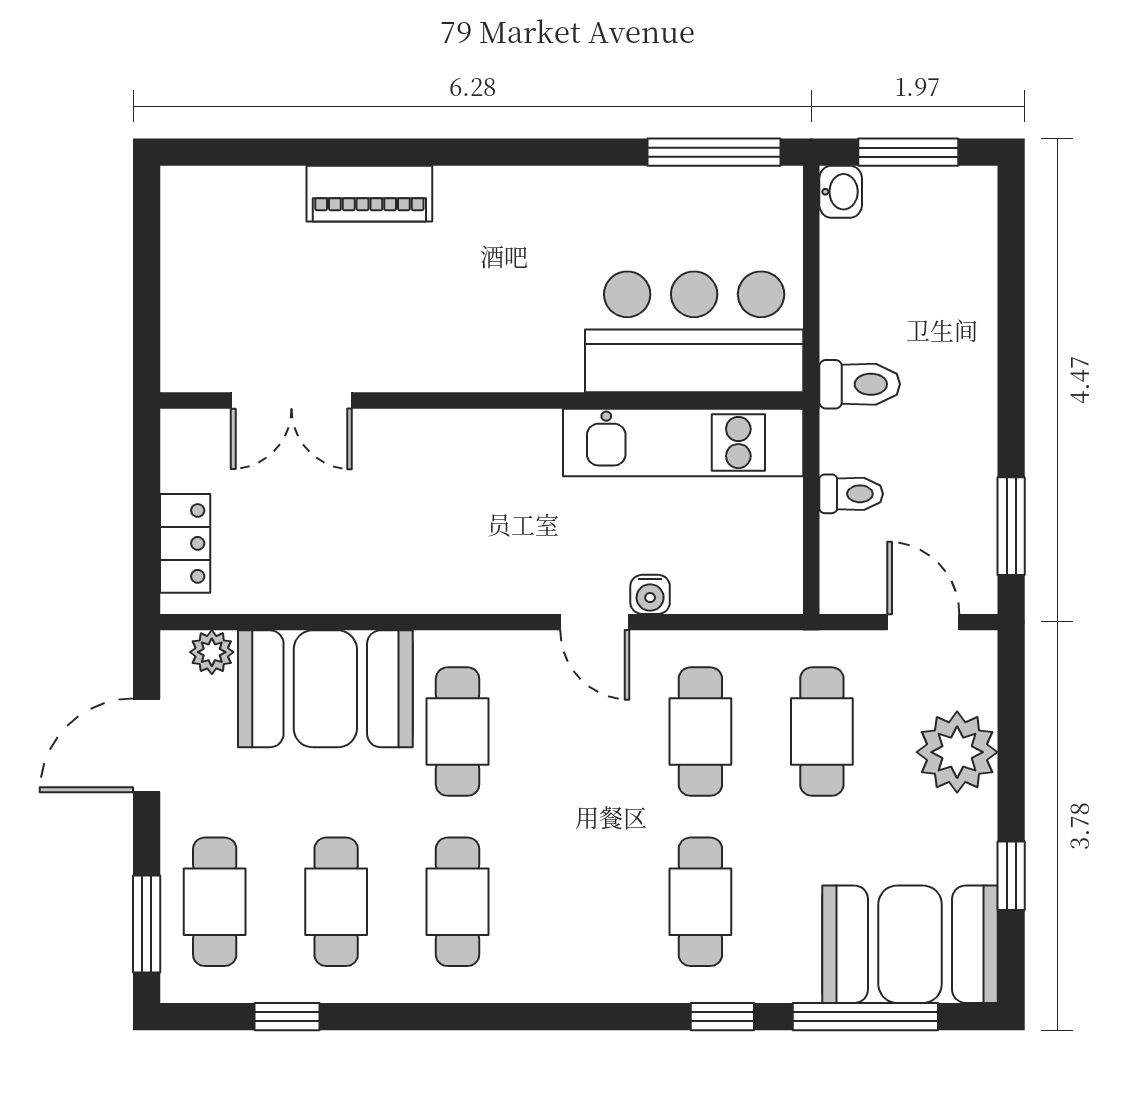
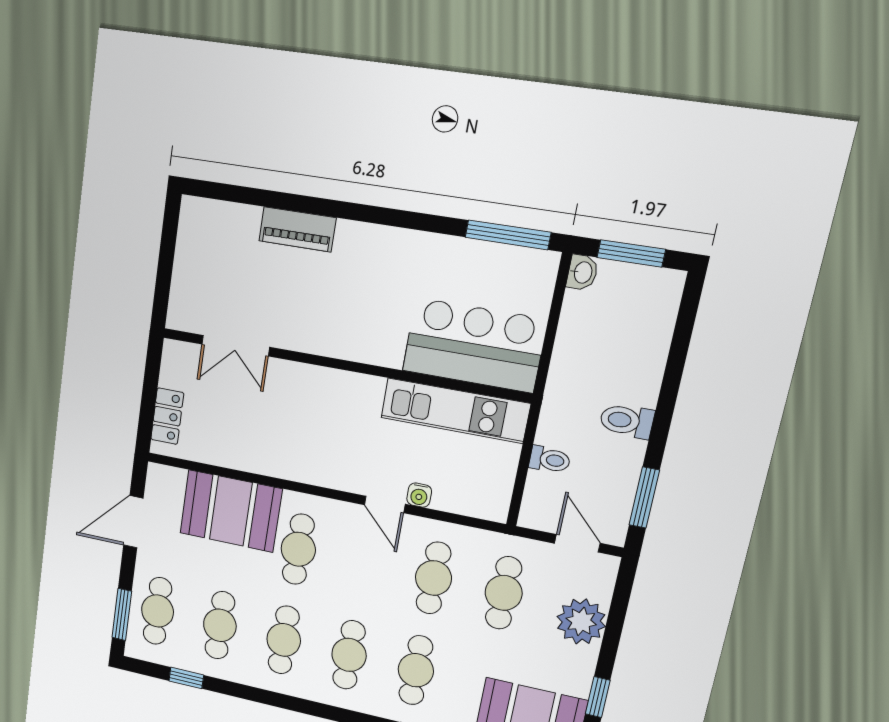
toilet: (860, 384) -> (627, 421), moved, turned 180
plant: (212, 652) -> (173, 479), removed
cafe table: (579, 902) -> (349, 655), added

